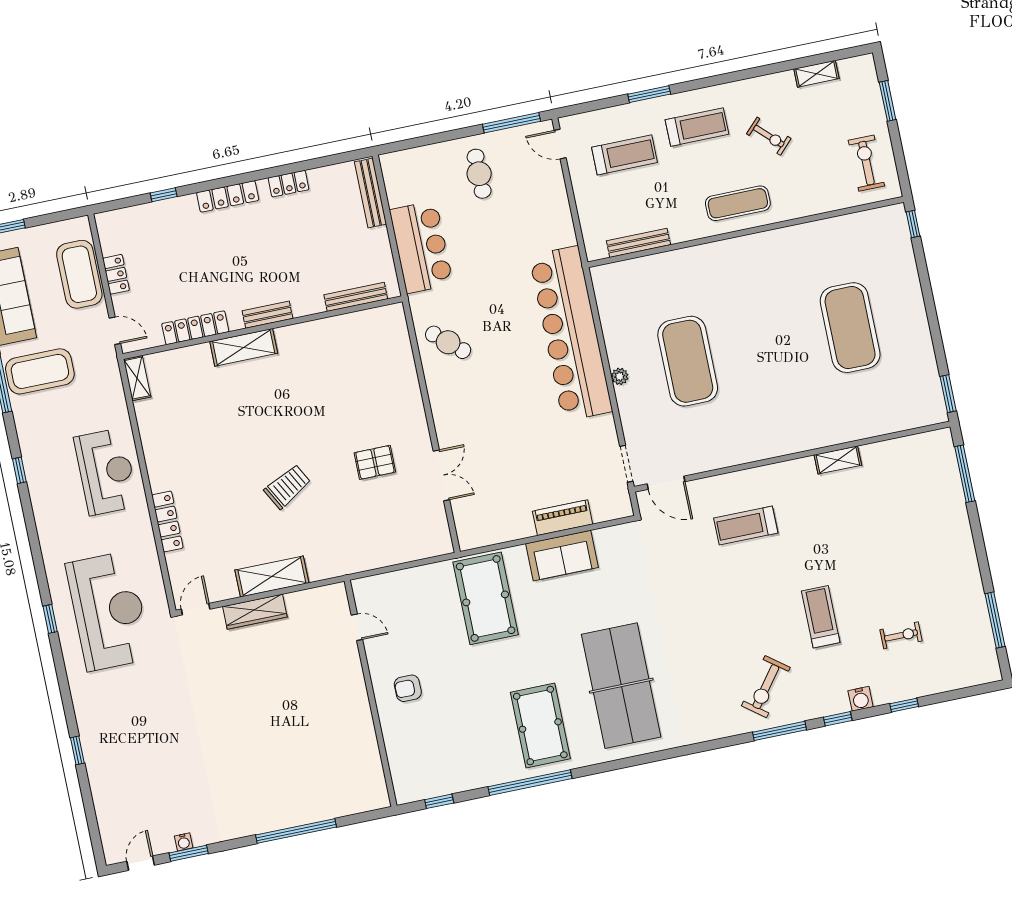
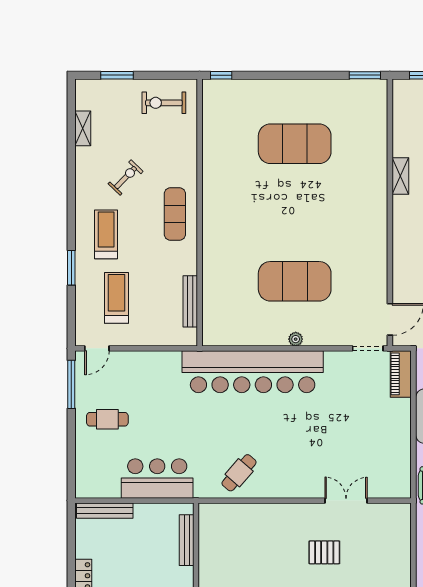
pallet: (375, 462) -> (324, 552), turned 90
piano: (563, 518) -> (401, 374), moved

